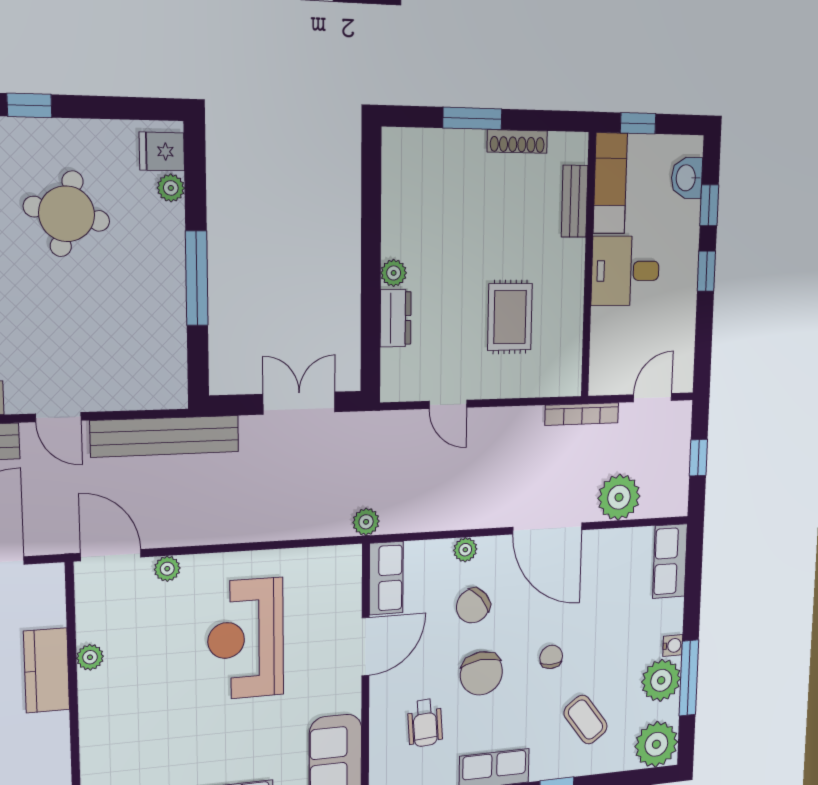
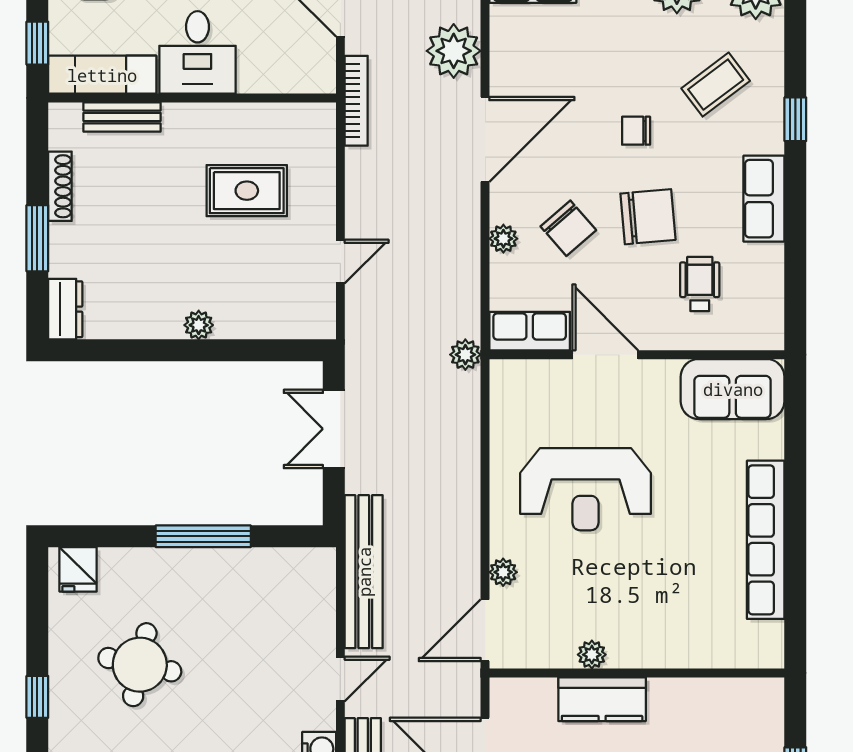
plant: (171, 188) -> (114, 561), removed
dresser: (396, 318) -> (65, 309), moved, turned 90
wheelchair: (425, 723) -> (700, 284), turned -86

